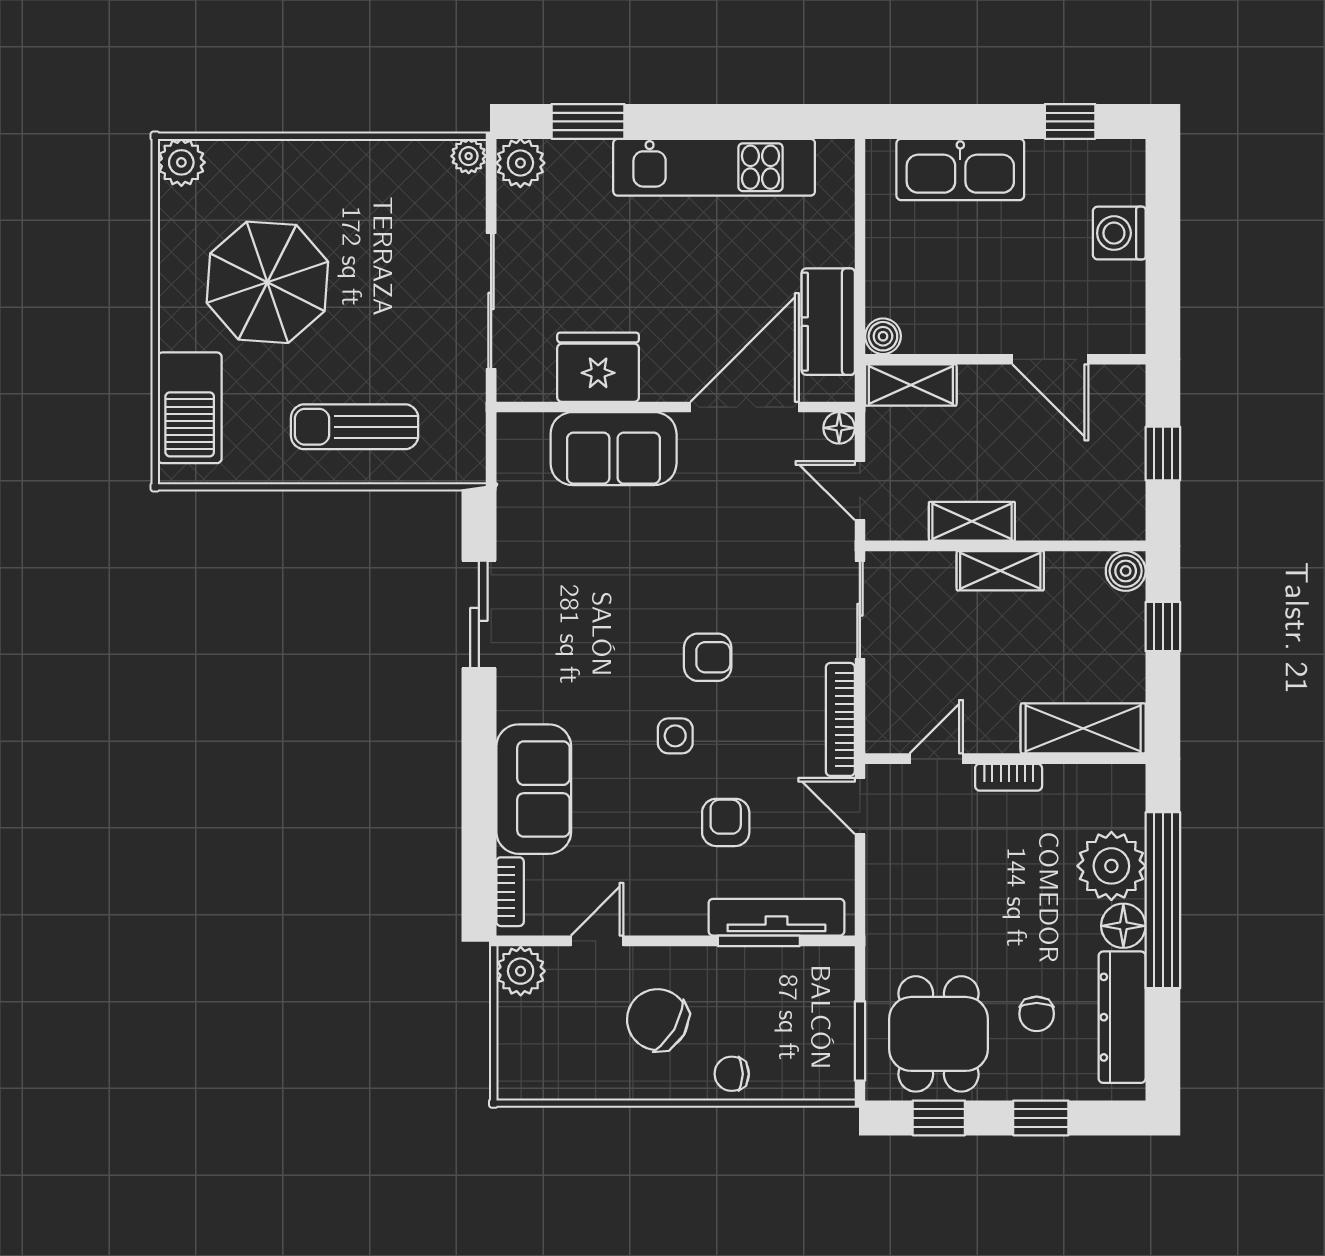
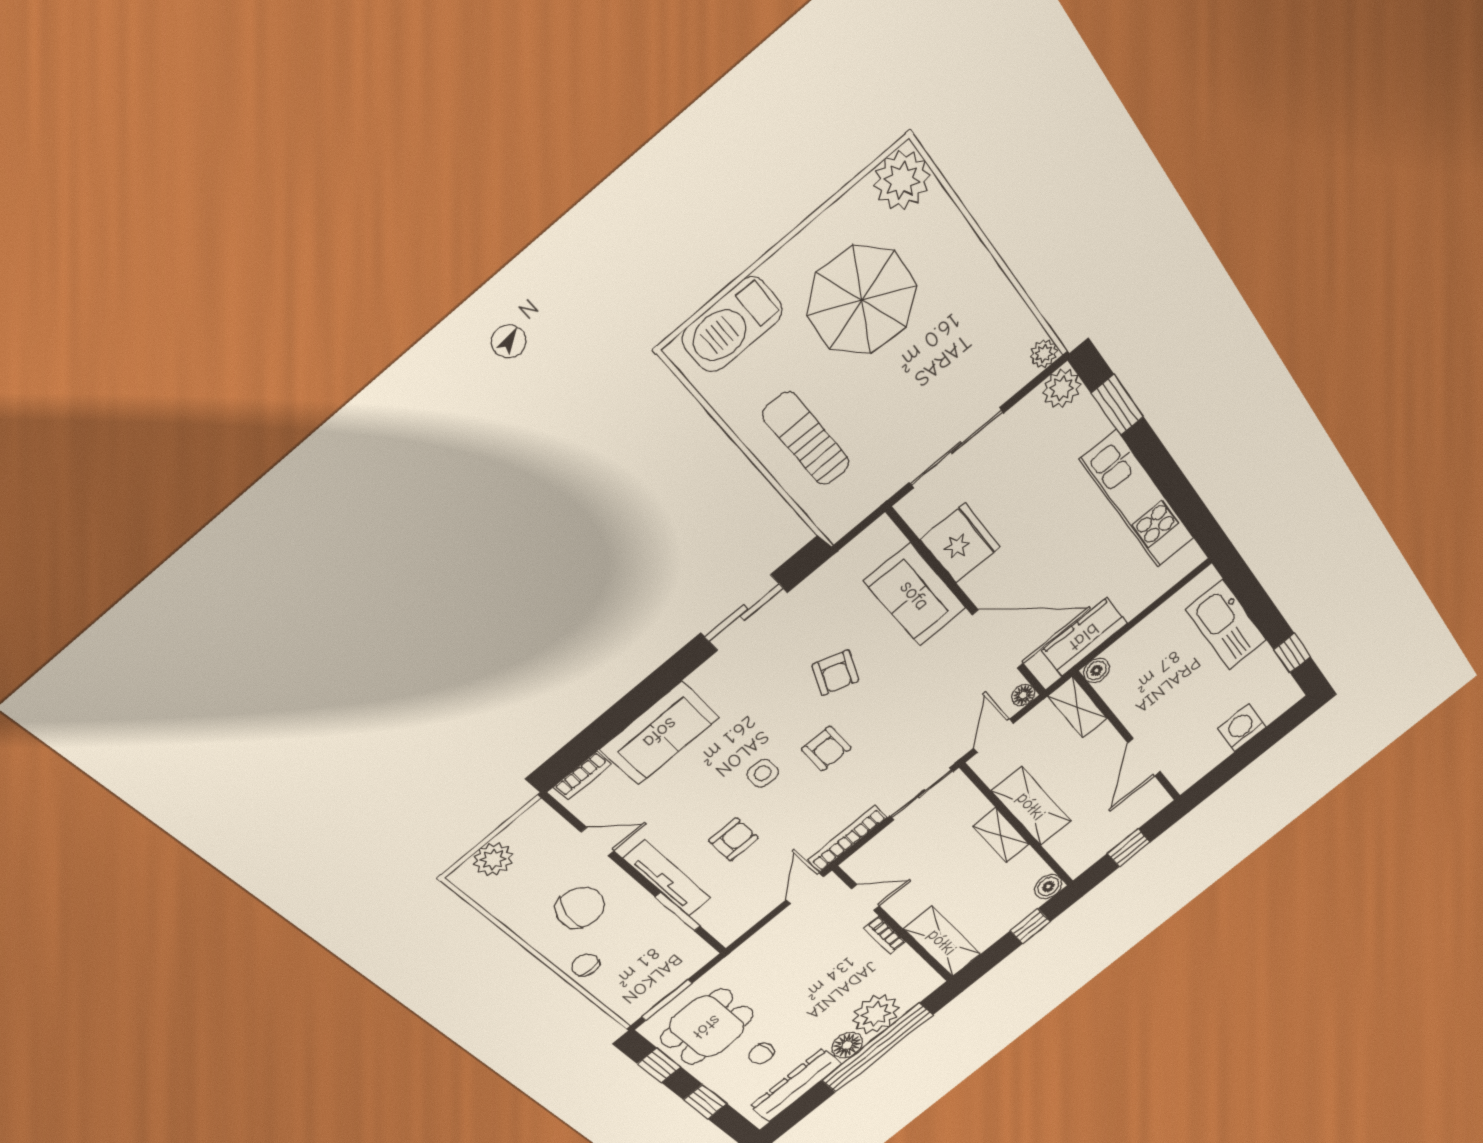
plant: (181, 162) -> (902, 180), width x1.36, depth x1.36
shelving: (972, 521) -> (1031, 806), width x1.50, depth x1.33
armchair: (628, 584) -> (835, 673), added
tv unit: (776, 917) -> (667, 878), moved
plant: (521, 971) -> (493, 859), moved
chair: (657, 1020) -> (580, 908), turned 73

